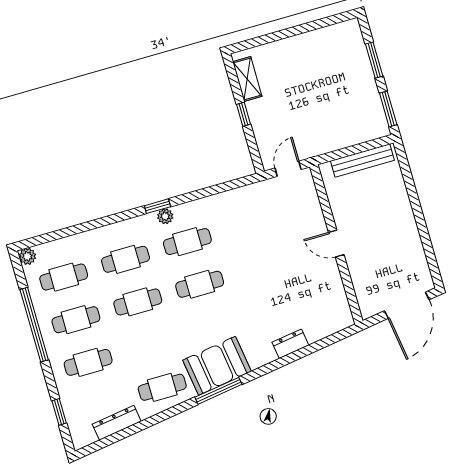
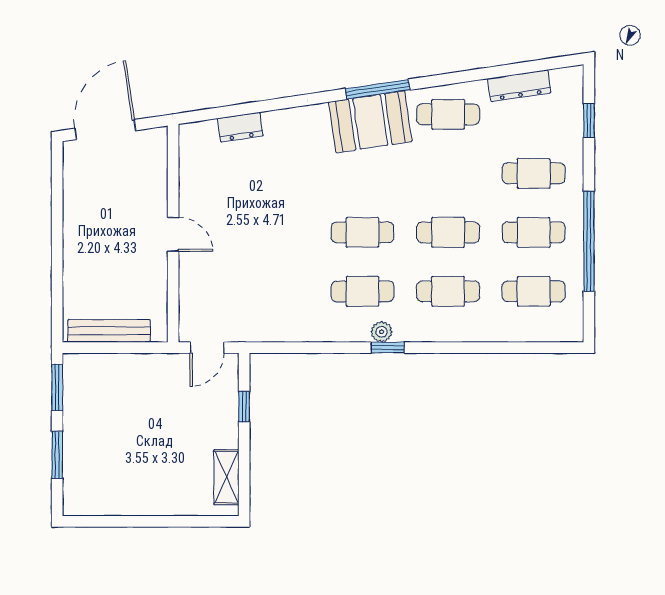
window: (244, 114) -> (244, 407), moved
plant: (27, 256) -> (572, 331), removed
dresser: (290, 344) -> (240, 127), moved

